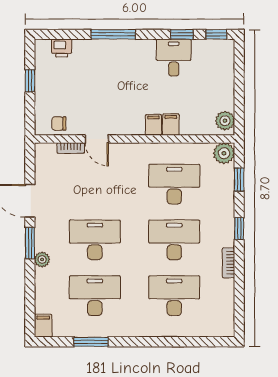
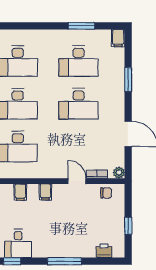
filing cabinet: (153, 125) -> (45, 192), moved
window: (30, 243) -> (128, 80), moved
plant: (42, 259) -> (119, 173), moved

